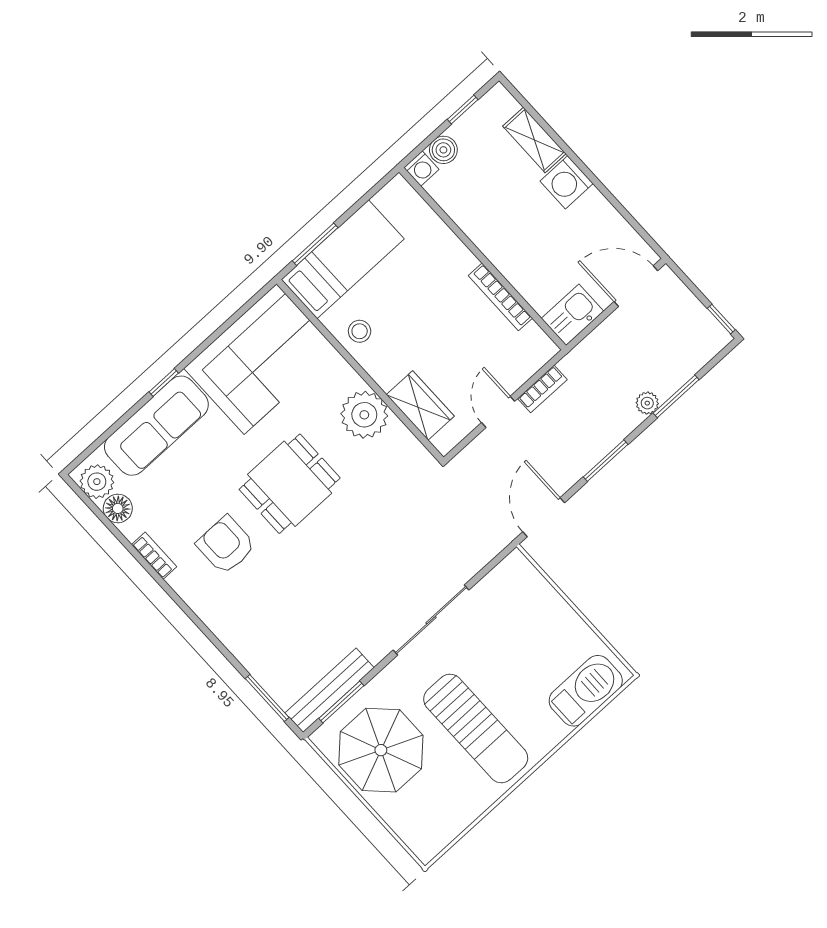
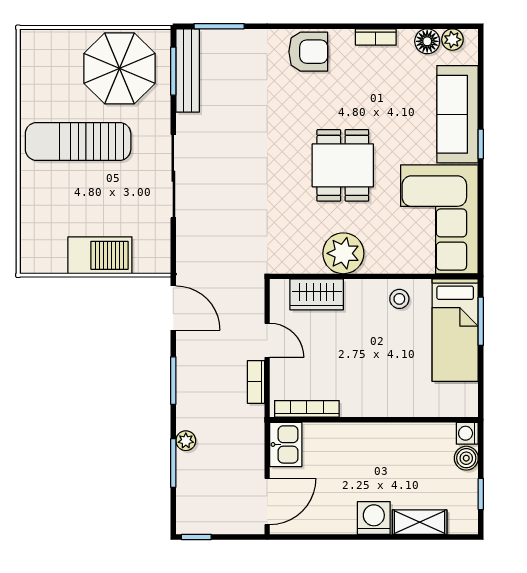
bookcase: (500, 297) -> (307, 409), moved
plant: (97, 482) -> (452, 40), width x0.73, depth x0.73
armchair: (226, 545) -> (308, 52), moved
barbecue: (586, 691) -> (100, 255), moved, turned -90

